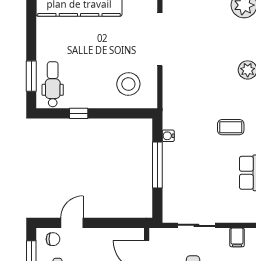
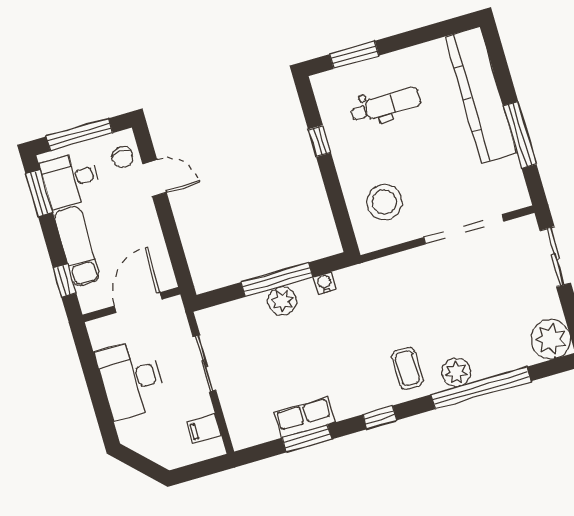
dental chair: (53, 84) -> (386, 105), moved
coffee table: (231, 127) -> (407, 368), moved
plant: (172, 166) -> (282, 301), added

